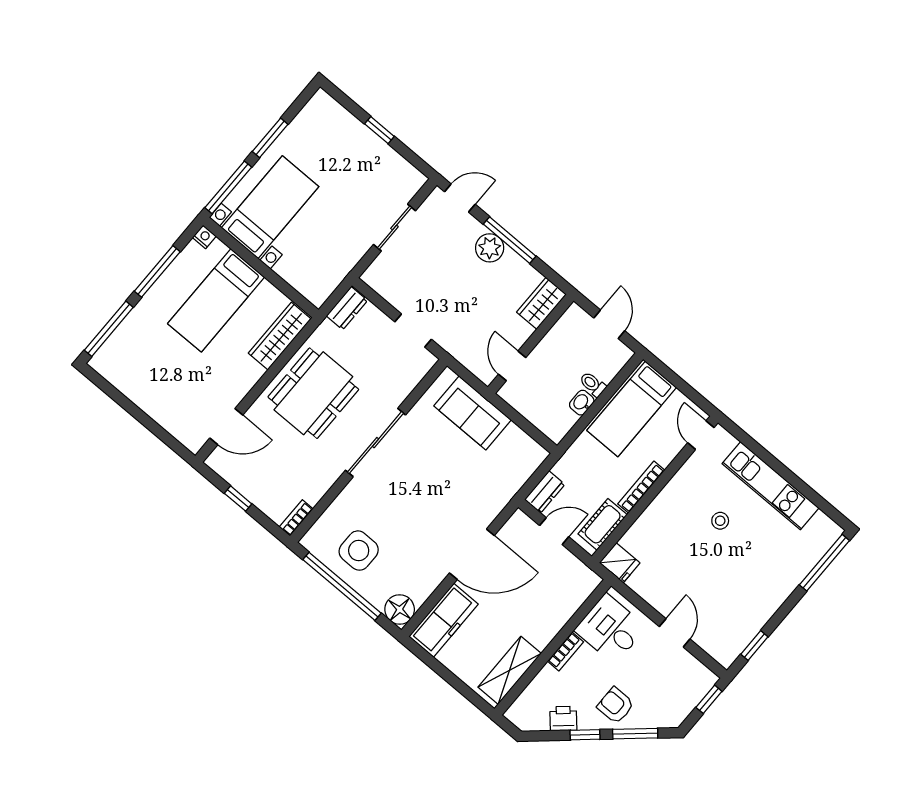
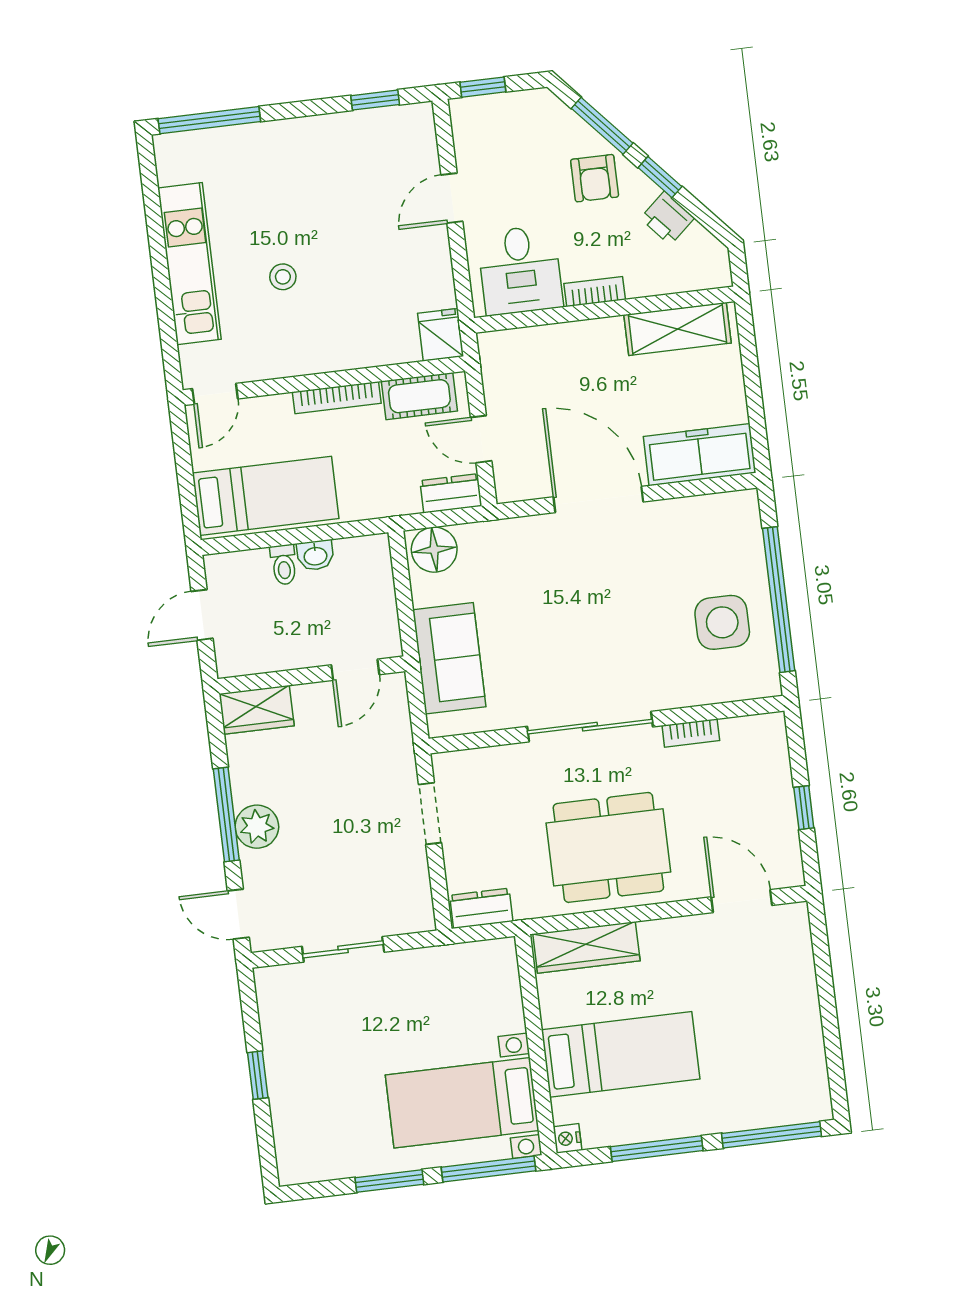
bookcase: (296, 518) -> (691, 733), moved
floor lamp: (400, 609) -> (434, 550), moved

